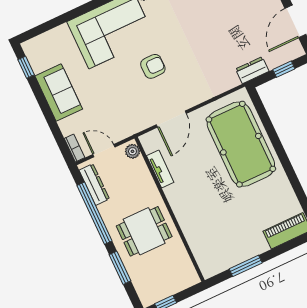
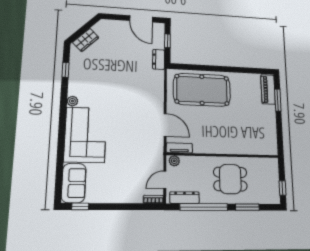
armchair: (153, 66) -> (124, 119), removed
sofa: (59, 93) -> (74, 183), moved, turned 90
tv unit: (160, 169) -> (179, 148), moved
dining table: (144, 231) -> (230, 179), turned 90
window: (246, 266) -> (278, 100), moved

